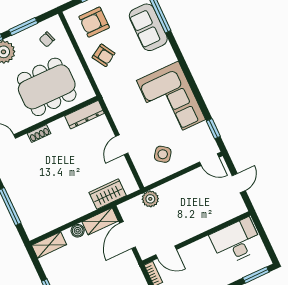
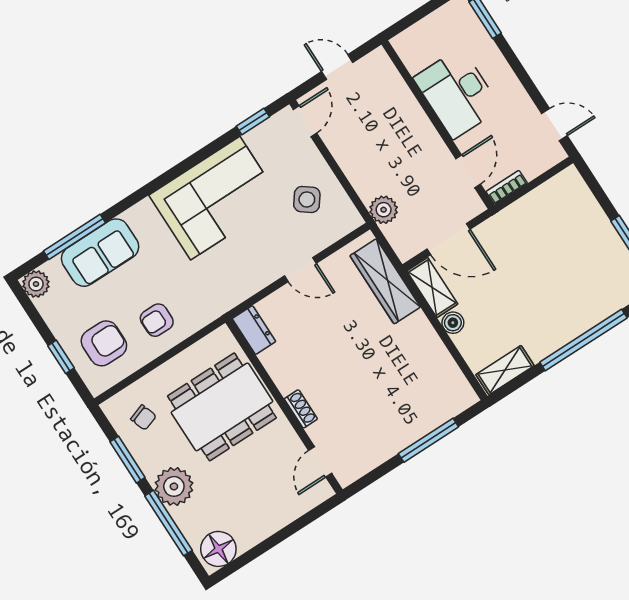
armchair: (94, 22) -> (104, 343), turned -90
armchair: (104, 55) -> (157, 320), turned -149
dining table: (47, 87) -> (222, 407), turned 90
dresser: (84, 115) -> (254, 330), width x0.70
wardrobe: (108, 194) -> (385, 281), width x1.50
desk: (236, 241) -> (457, 93), moved
shelving: (49, 245) -> (505, 370), moved, turned 90

